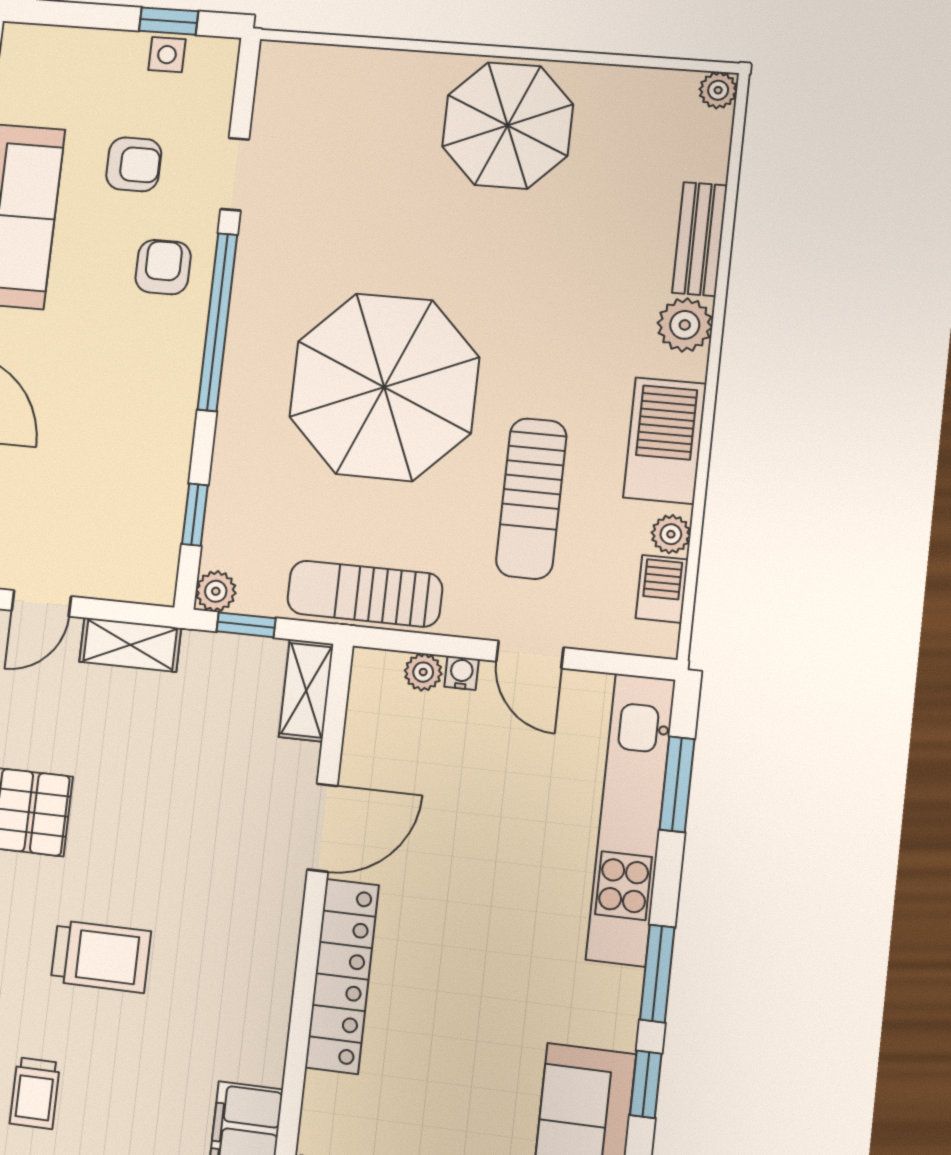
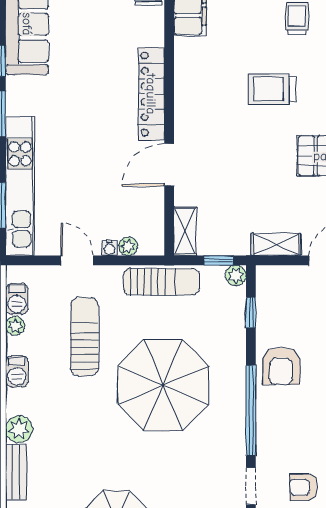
armchair: (163, 267) -> (281, 366), moved, width x1.38, depth x1.38
barbecue: (665, 441) -> (17, 371), width x0.53, depth x0.65

